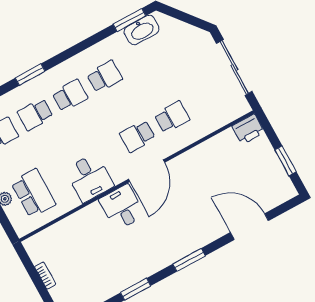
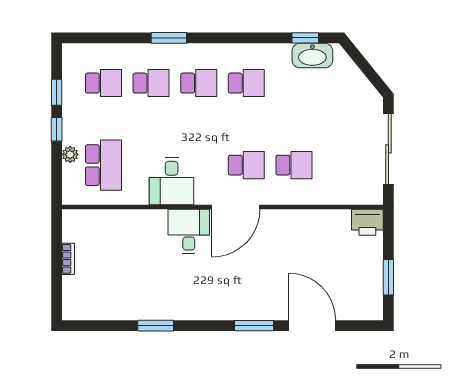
window: (129, 20) -> (305, 38), width x0.67
school desk: (35, 115) -> (151, 83), turned 180
school desk: (137, 136) -> (246, 165), turned 180
window: (189, 260) -> (254, 326), moved

